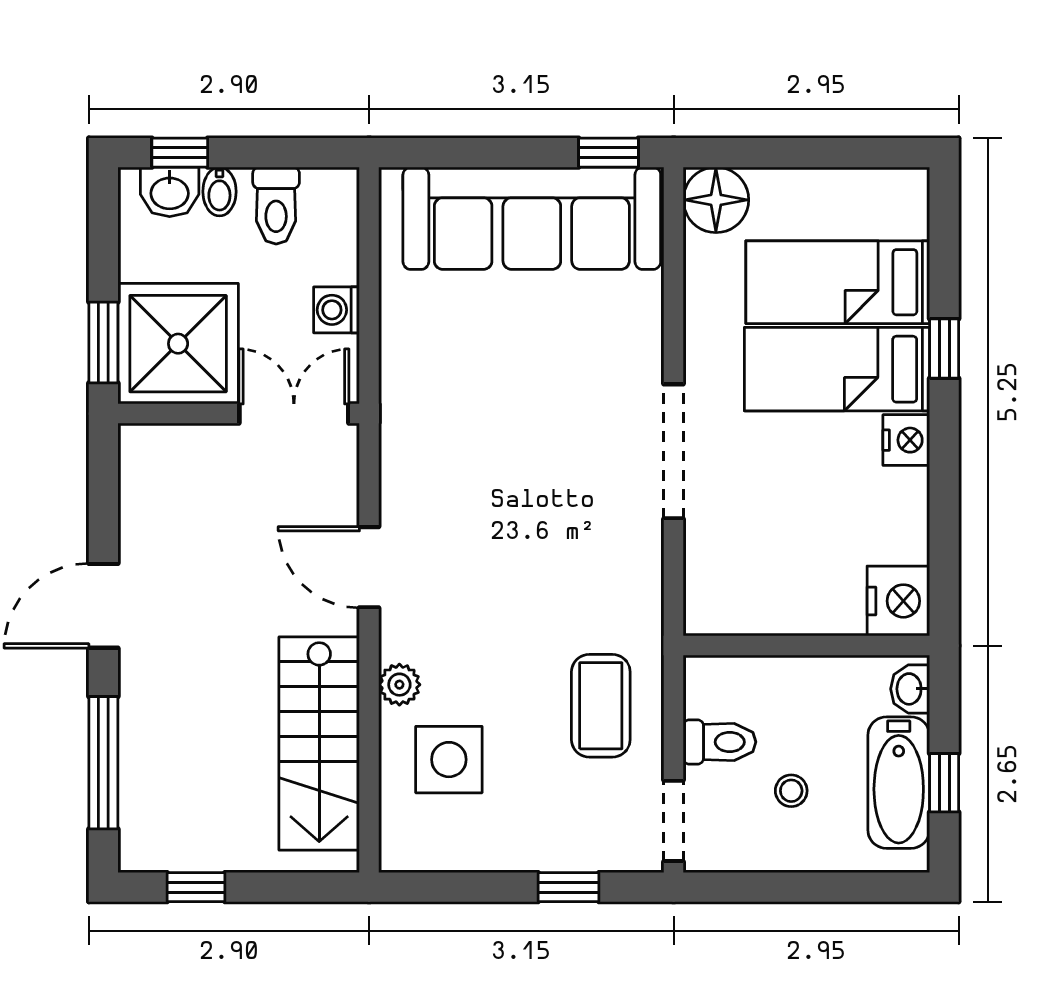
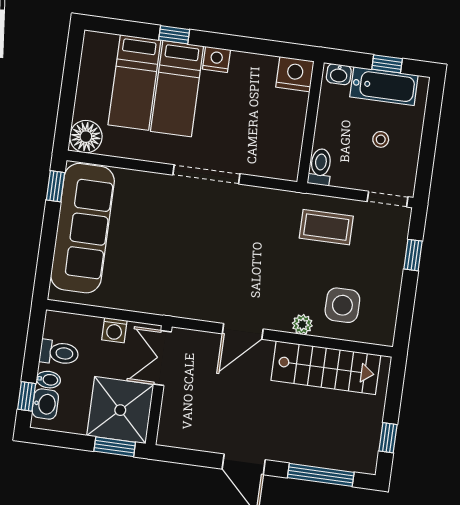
toilet: (720, 742) -> (320, 167), moved

